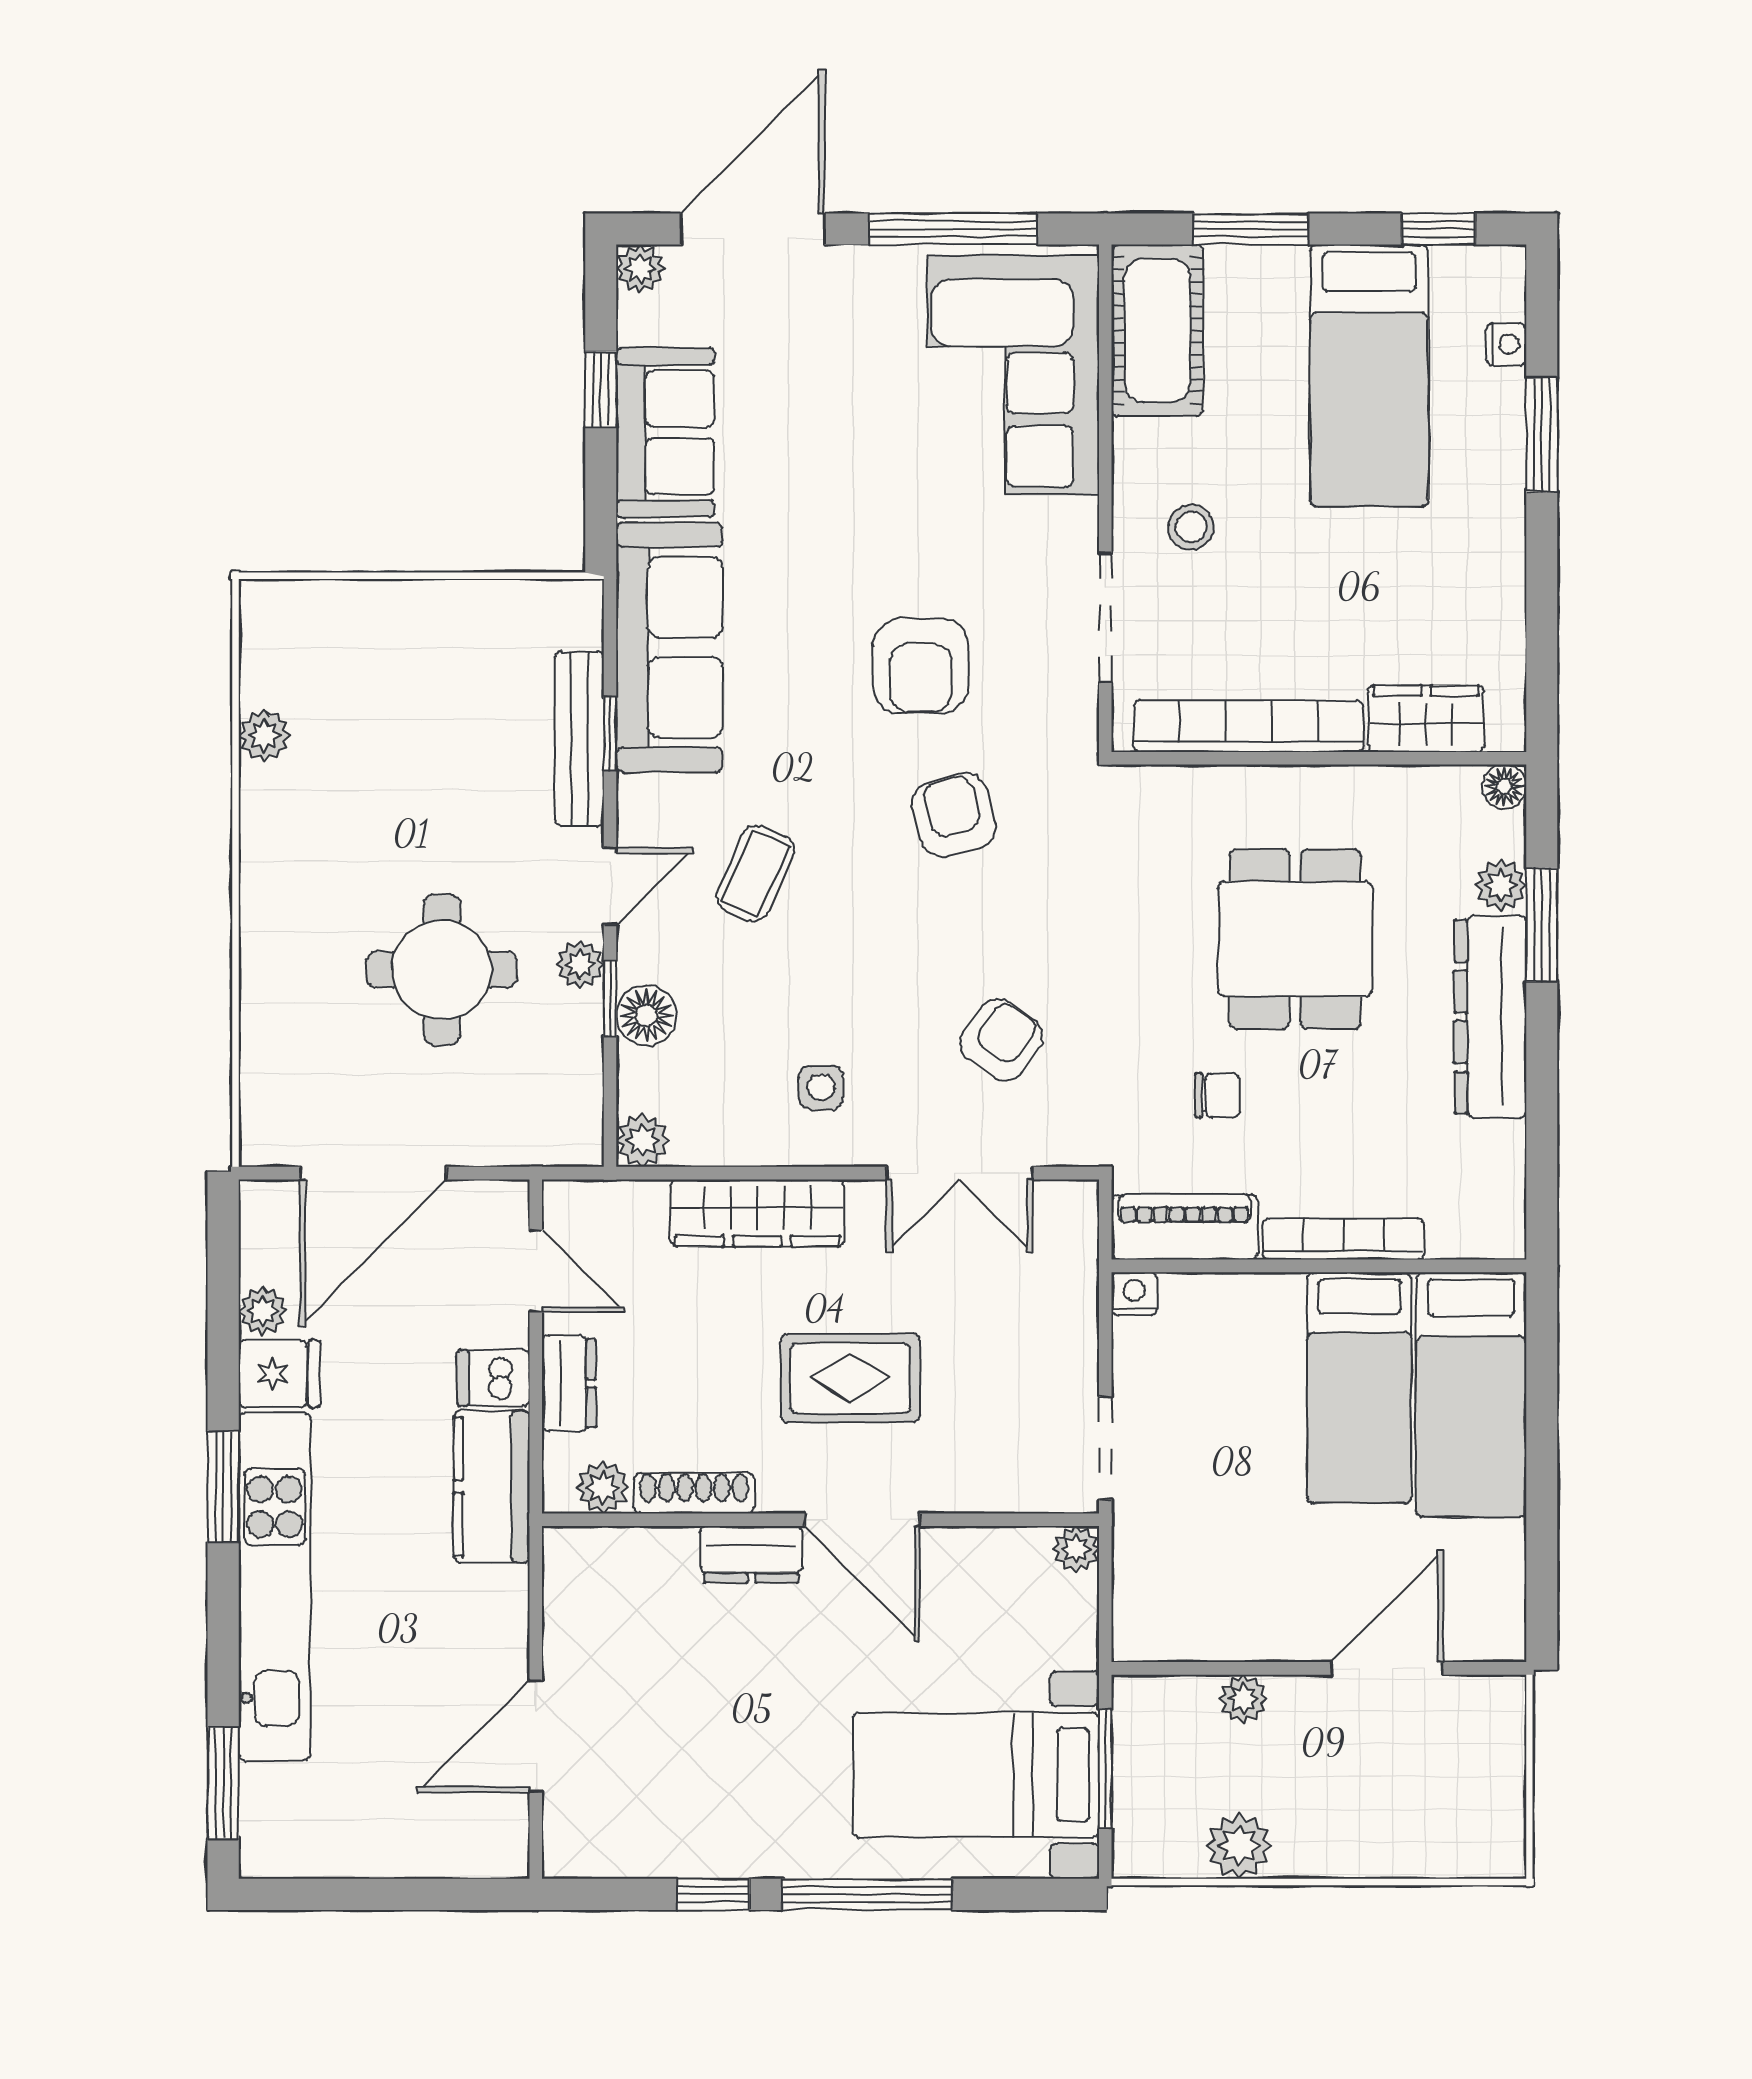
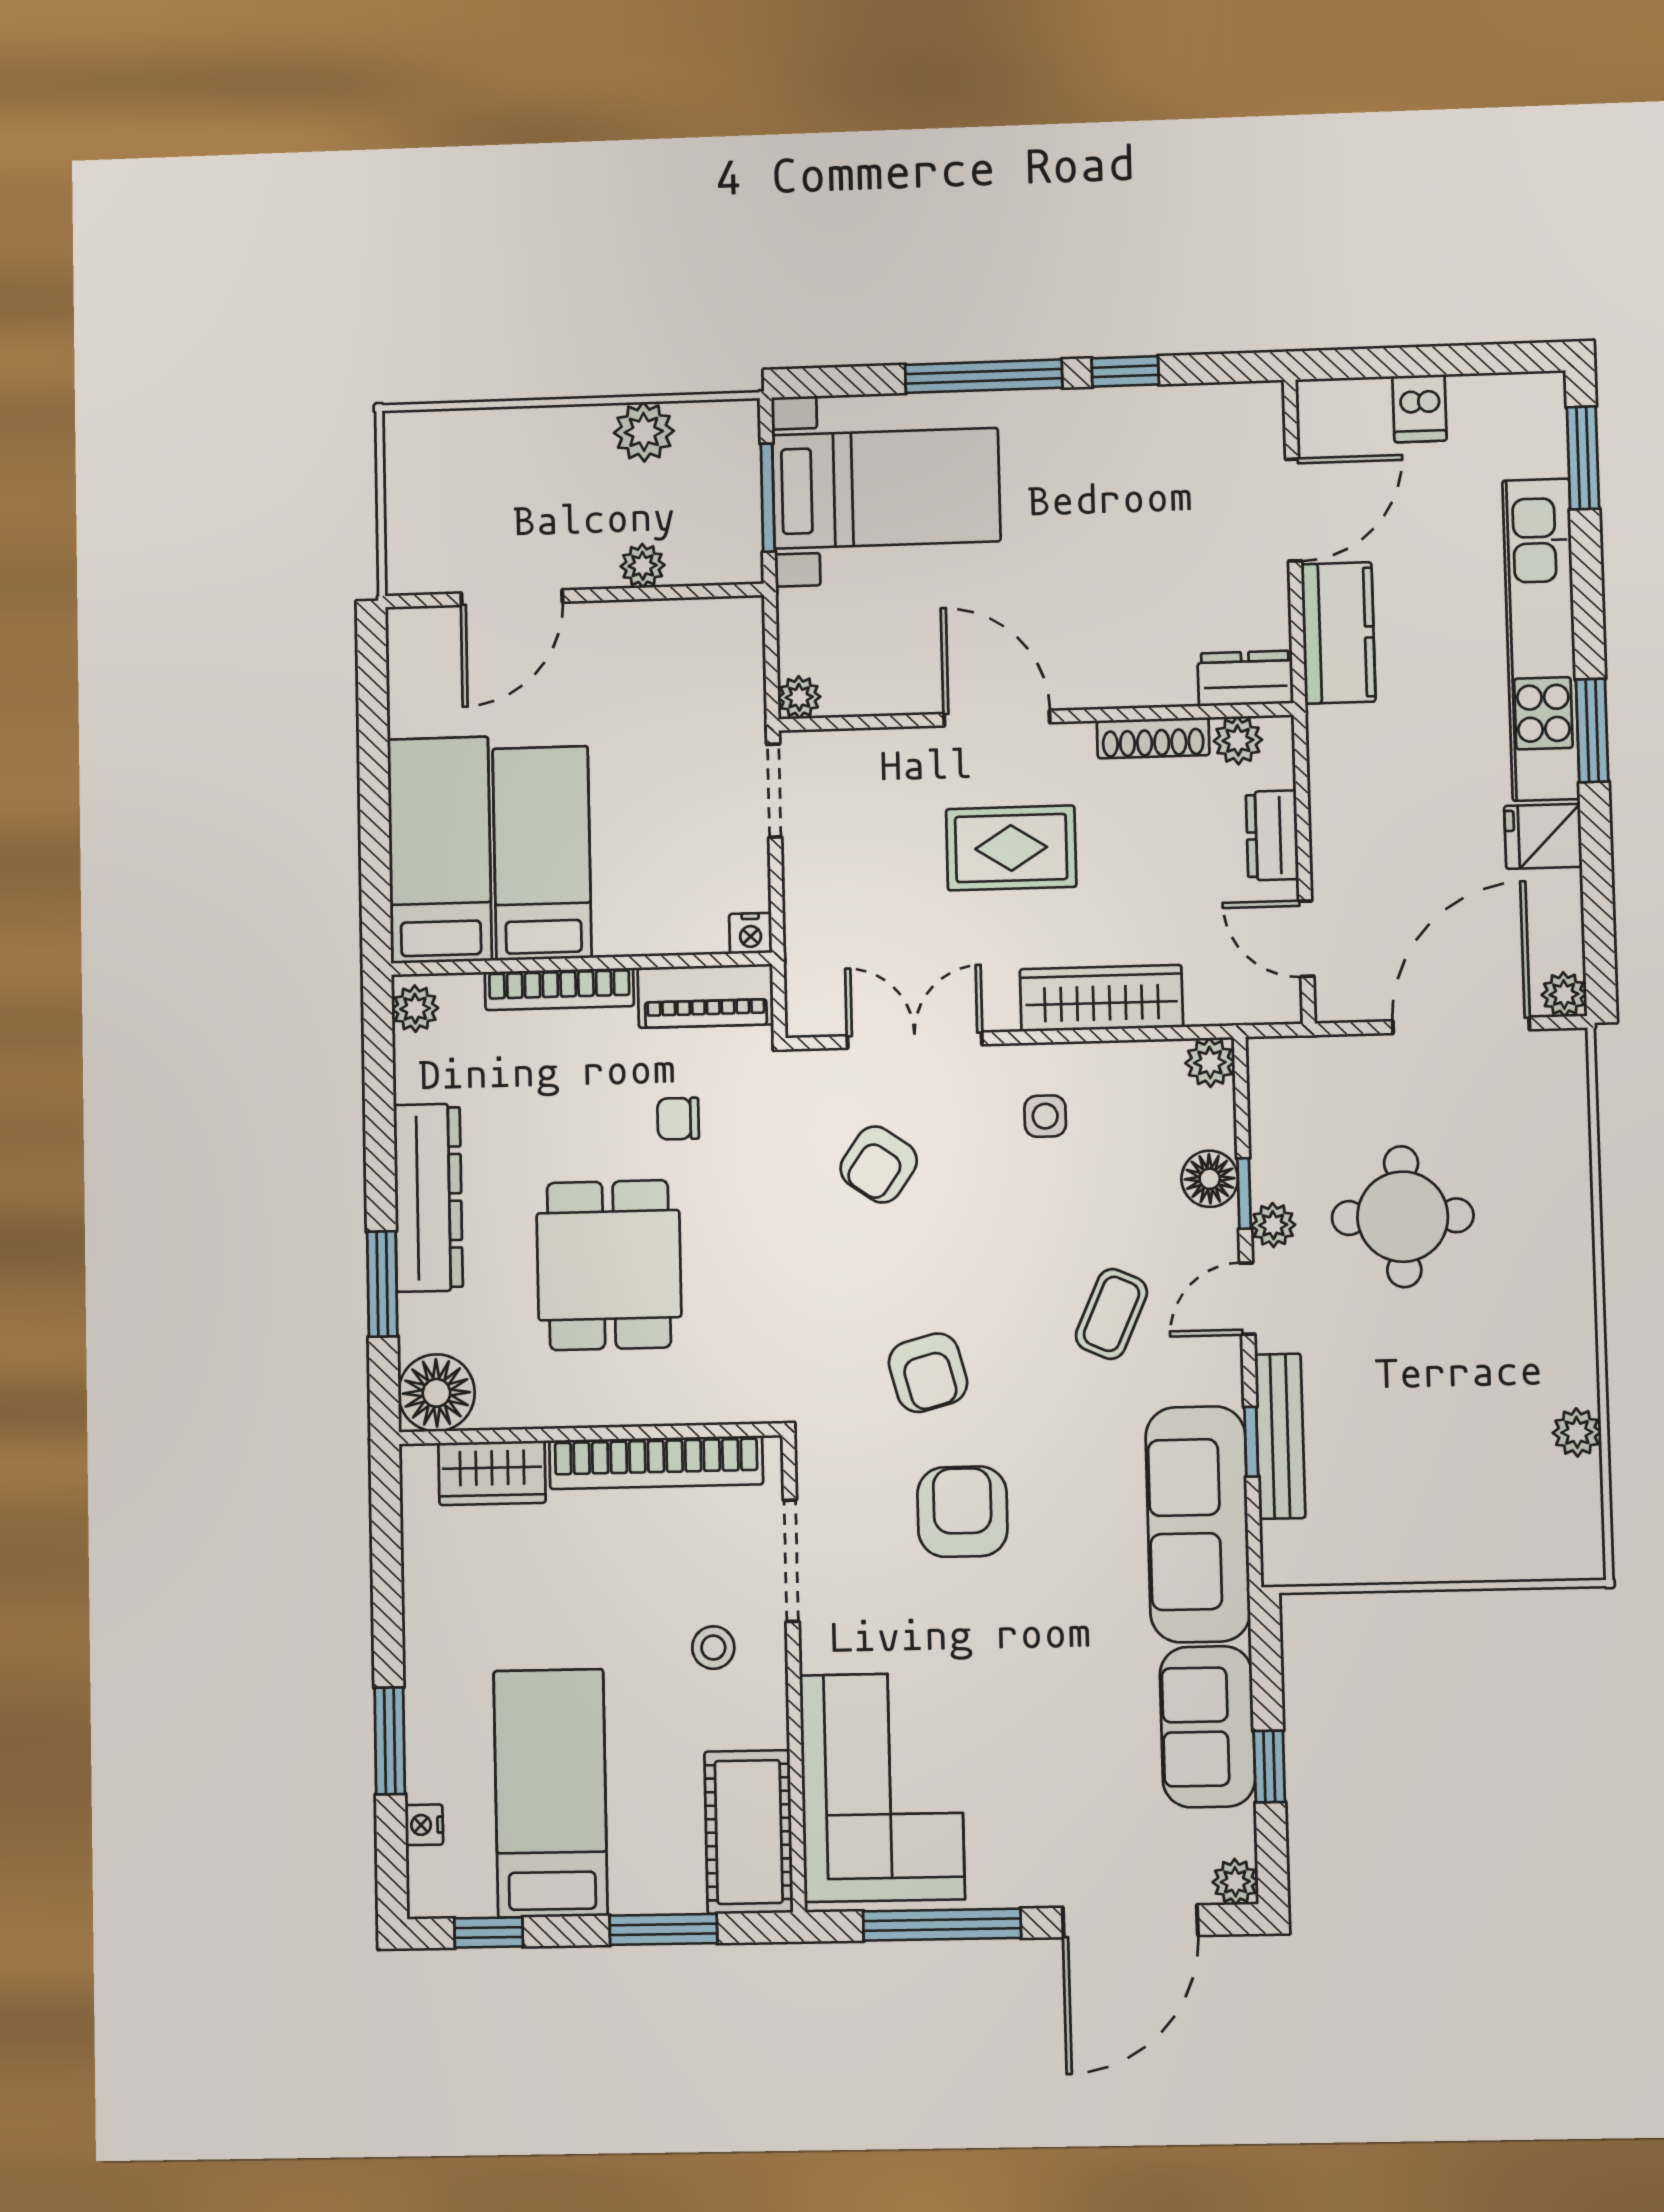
floor lamp: (1504, 787) -> (436, 1393), width x1.89, depth x1.89
plant: (1501, 885) -> (415, 1009), moved
plant: (263, 1311) -> (1564, 994), moved
dishwasher: (493, 1378) -> (1420, 408), moved, turned 90
kitchen counter: (492, 1487) -> (1338, 633), moved
dresser: (751, 1555) -> (1245, 678), moved

